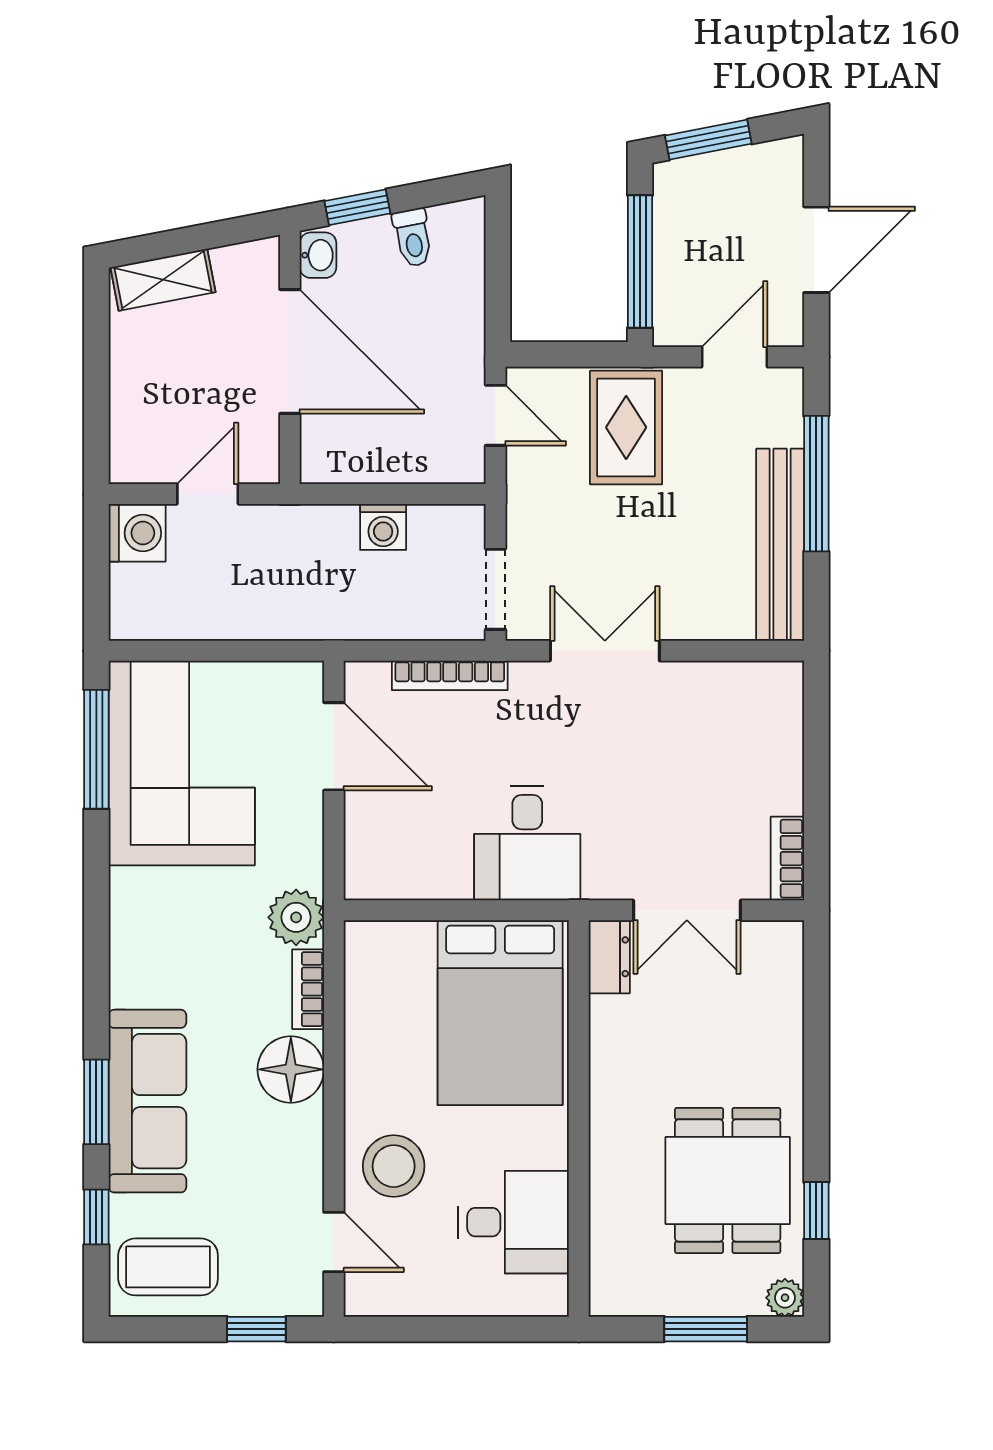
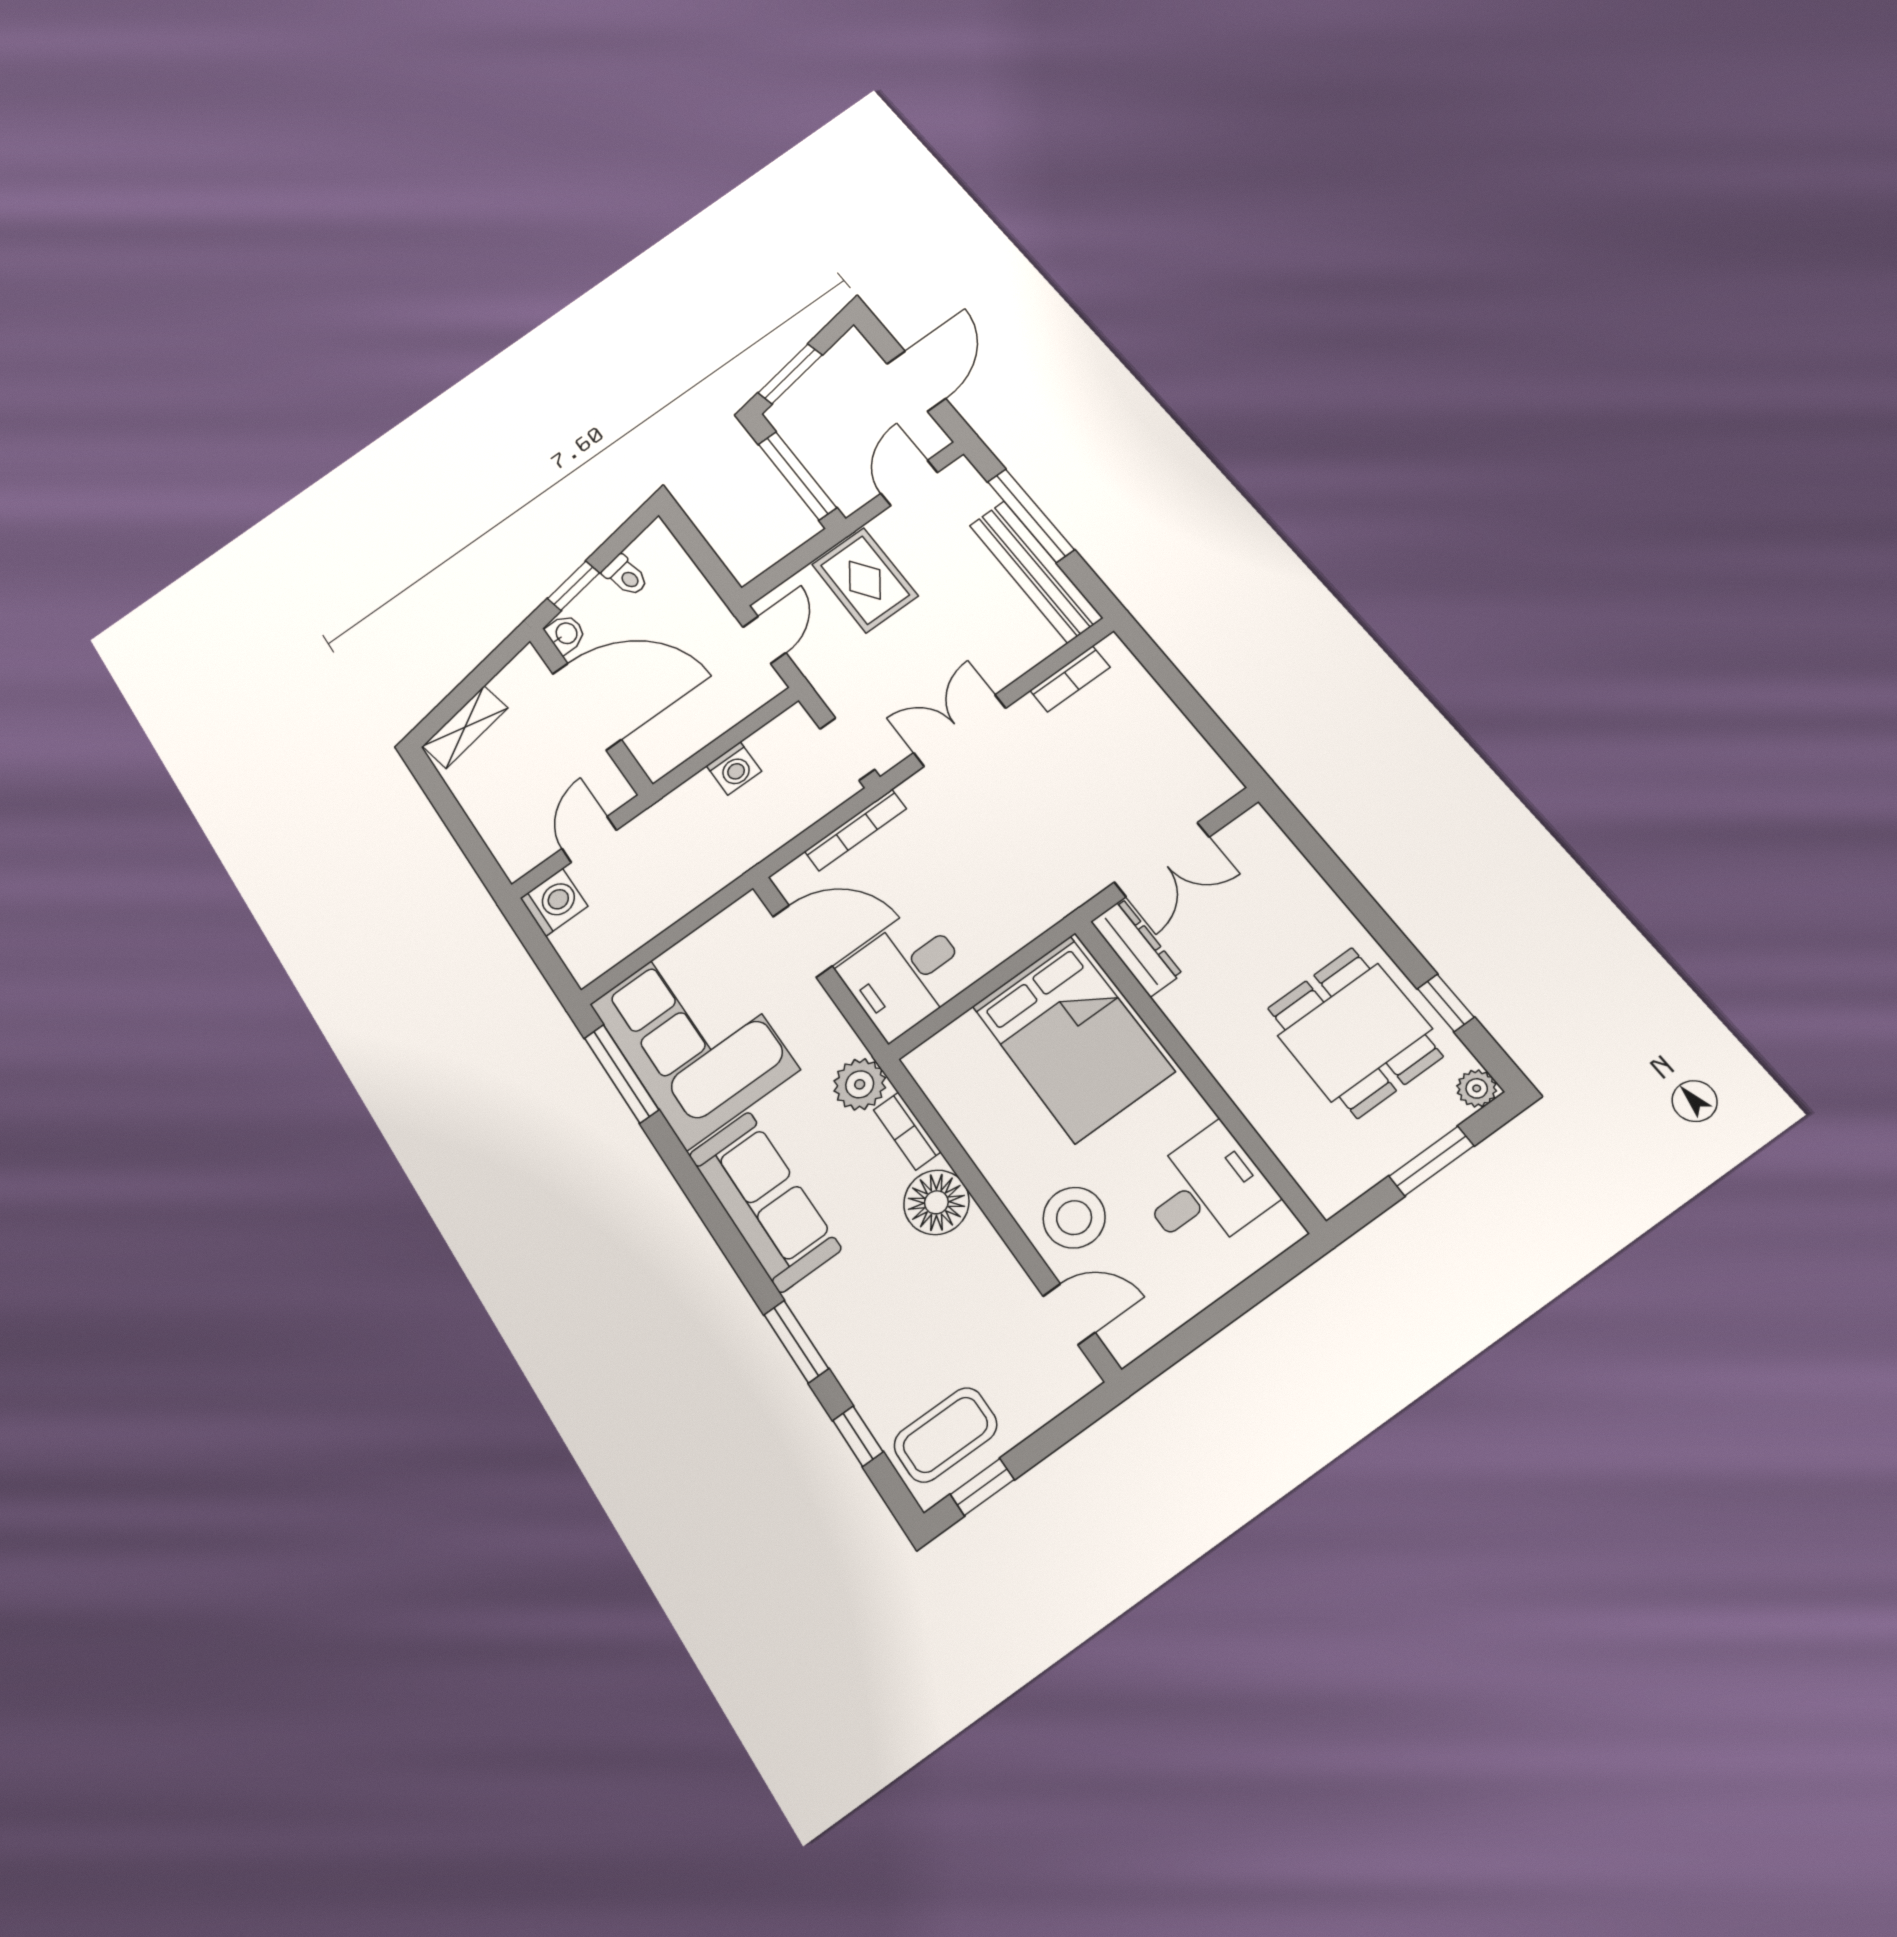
door: (496, 415) -> (764, 640), hinge flipped
desk: (527, 843) -> (905, 975), moved, turned 90
bookcase: (787, 859) -> (1070, 679), moved, turned -90
dresser: (609, 957) -> (1136, 948), width x1.44
sofa: (147, 1101) -> (764, 1201), moved
window: (256, 1329) -> (982, 1487), moved

